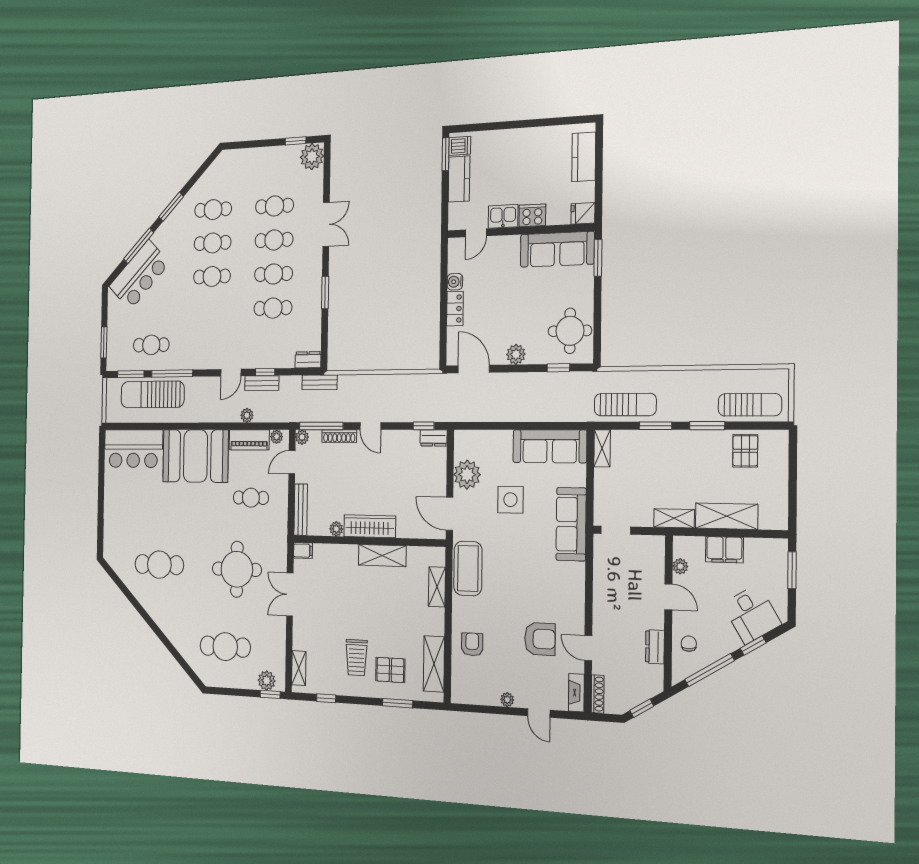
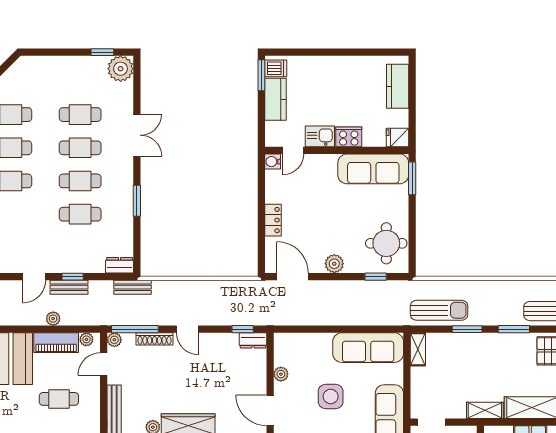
water cooler: (455, 282) -> (273, 162), moved
plant: (467, 475) -> (281, 374), width x0.53, depth x0.53

